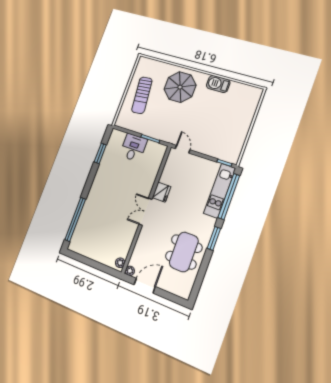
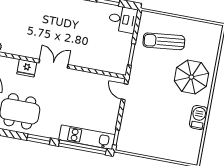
sun lounger: (142, 95) -> (164, 41), moved
desk: (133, 148) -> (123, 19), moved
door: (183, 149) -> (125, 92), swing flipped
fridge: (161, 192) -> (27, 68), moved

